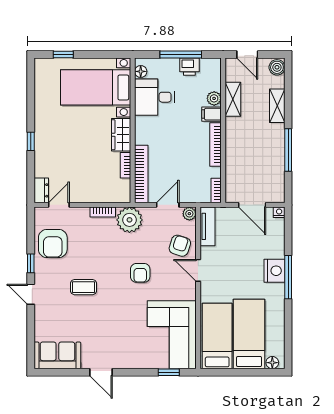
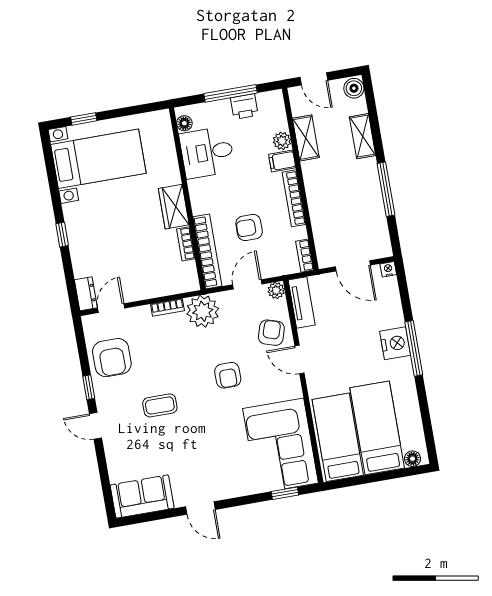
bed with nightstands: (96, 87) -> (98, 159), moved, turned 180
armchair: (177, 161) -> (249, 228), added

